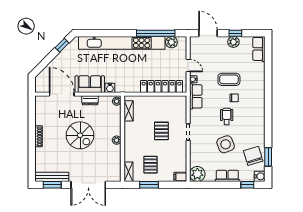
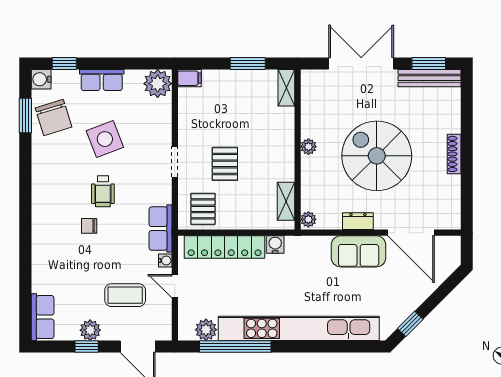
coffee table: (229, 79) -> (125, 295), moved
water cooler: (110, 88) -> (275, 244), moved
spiral stairs: (80, 135) -> (377, 156), width x1.37, depth x1.37
pallet: (151, 165) -> (203, 209), moved

